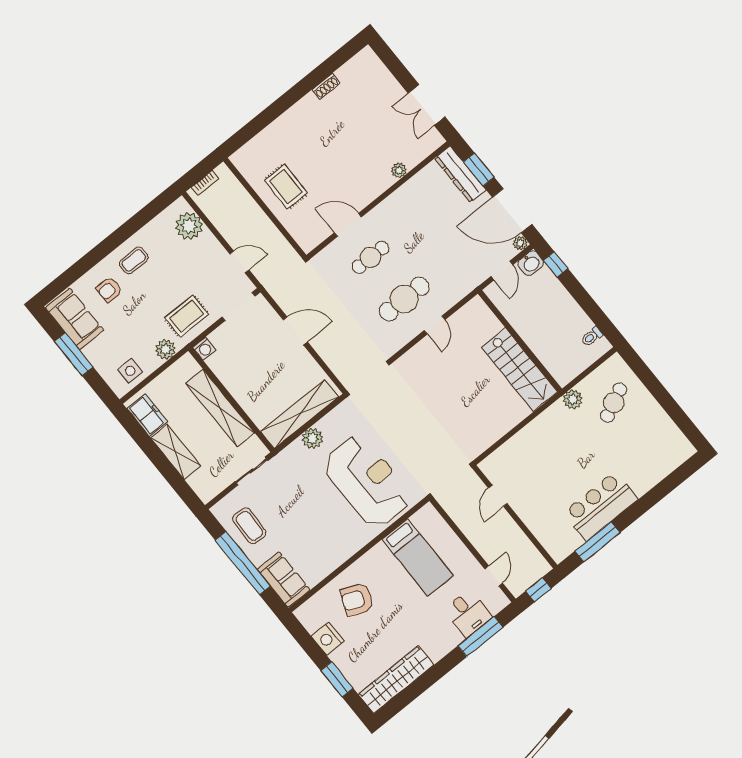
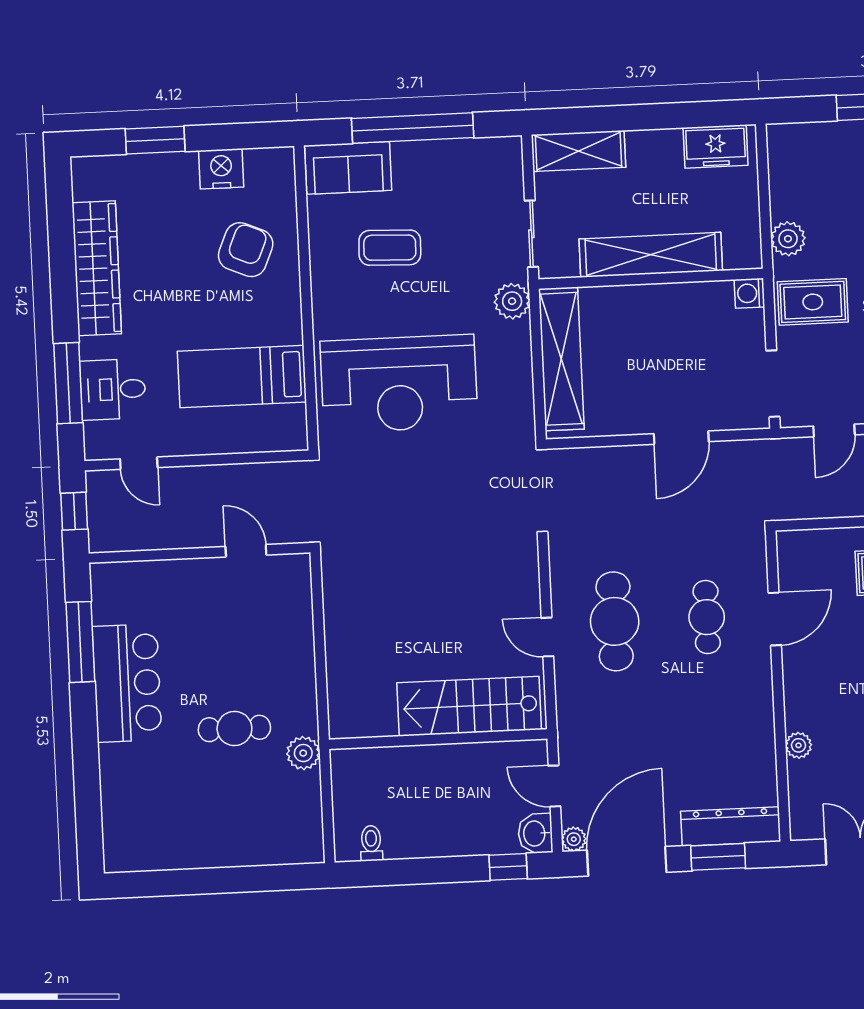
rug: (187, 316) -> (813, 302), turned 90
stairs: (519, 370) -> (469, 706), moved
side table: (130, 371) -> (794, 168), removed
cafe table: (614, 403) -> (234, 728), moved, turned -64
plant: (312, 438) -> (512, 301), moved
shelving: (176, 452) -> (578, 151), moved
coffee table: (249, 526) -> (390, 248), moved
wardrobe: (396, 680) -> (97, 268), moved

